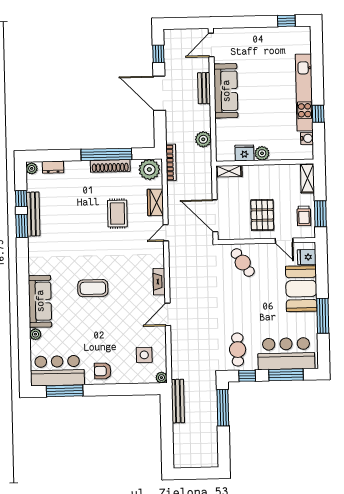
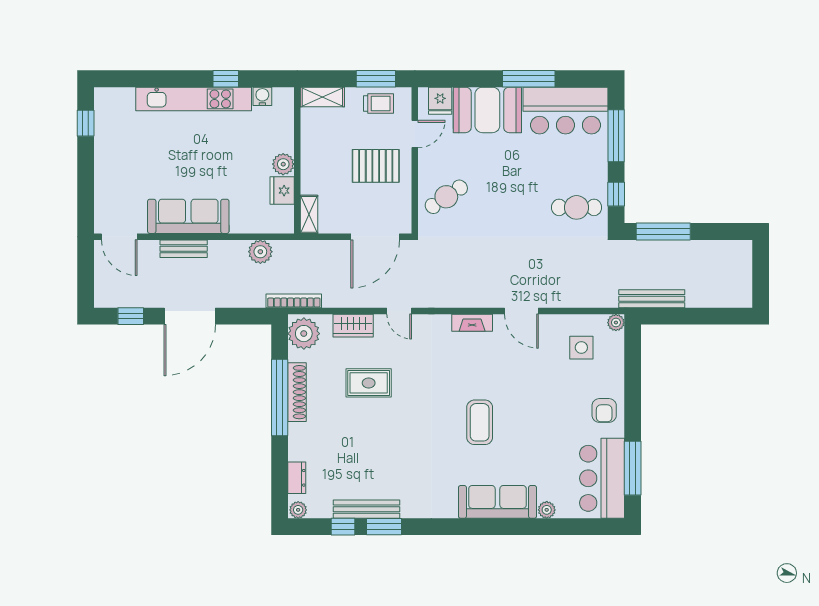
bar counter: (286, 354) -> (565, 111), moved, turned -90

